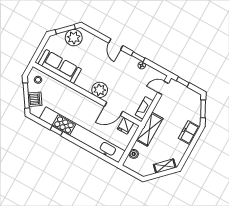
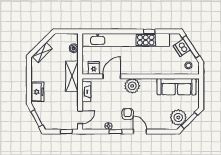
armchair: (118, 67) -> (128, 114), added

